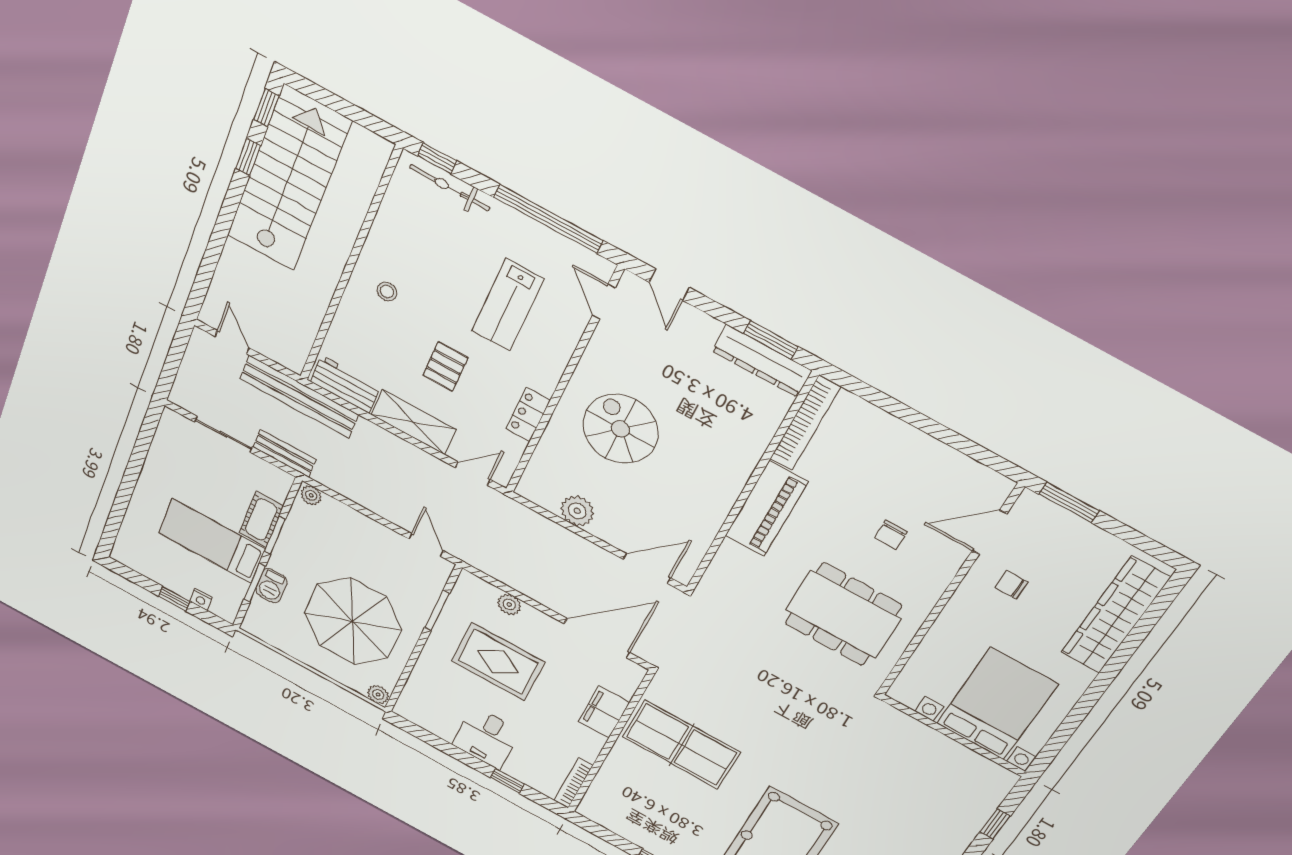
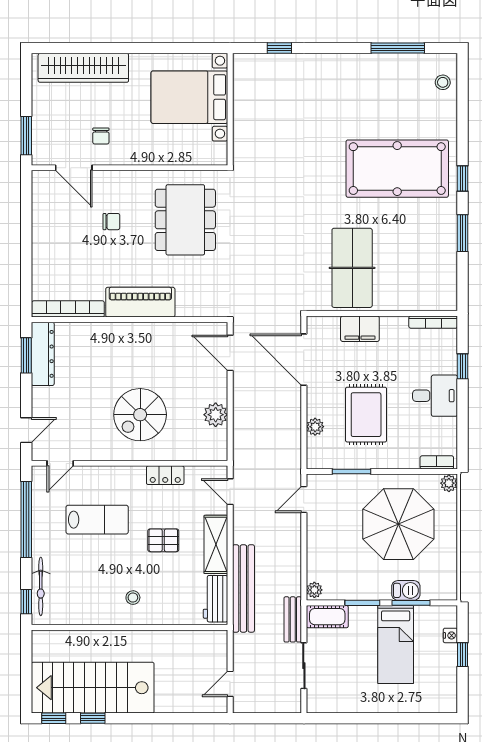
bench: (299, 397) -> (243, 588), moved
cot: (261, 519) -> (327, 617), moved
bookcase: (408, 697) -> (437, 462), added

